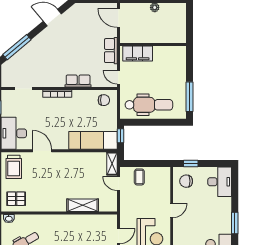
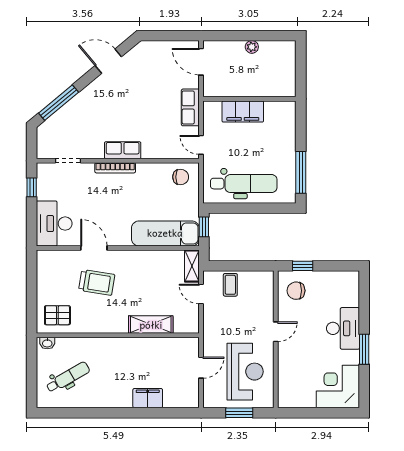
filing cabinet: (138, 53) -> (243, 111), moved
row of seats: (78, 81) -> (123, 150), moved
trolley: (14, 167) -> (97, 282), moved, turned -81
desk: (220, 182) -> (343, 328), moved

